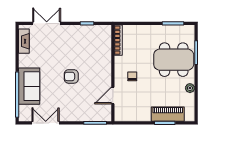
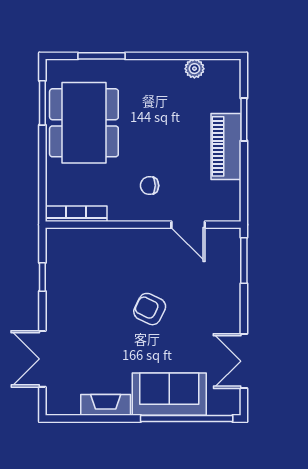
fireplace: (24, 41) -> (106, 405), moved
dining table: (174, 60) -> (84, 123), moved
armchair: (71, 76) -> (150, 309), turned 116
plant: (190, 88) -> (194, 69), moved
piano: (168, 114) -> (226, 146), moved

